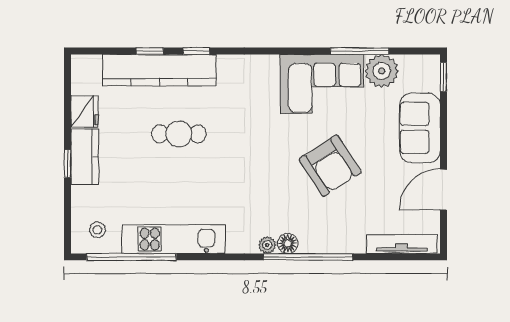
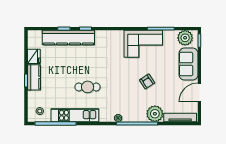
plant: (382, 71) -> (185, 38), moved
cafe table: (179, 134) -> (88, 87), moved
armchair: (330, 166) -> (147, 81), width x0.53, depth x0.53
plant: (347, 236) -> (155, 114), added
floor lamp: (288, 243) -> (128, 117), removed

